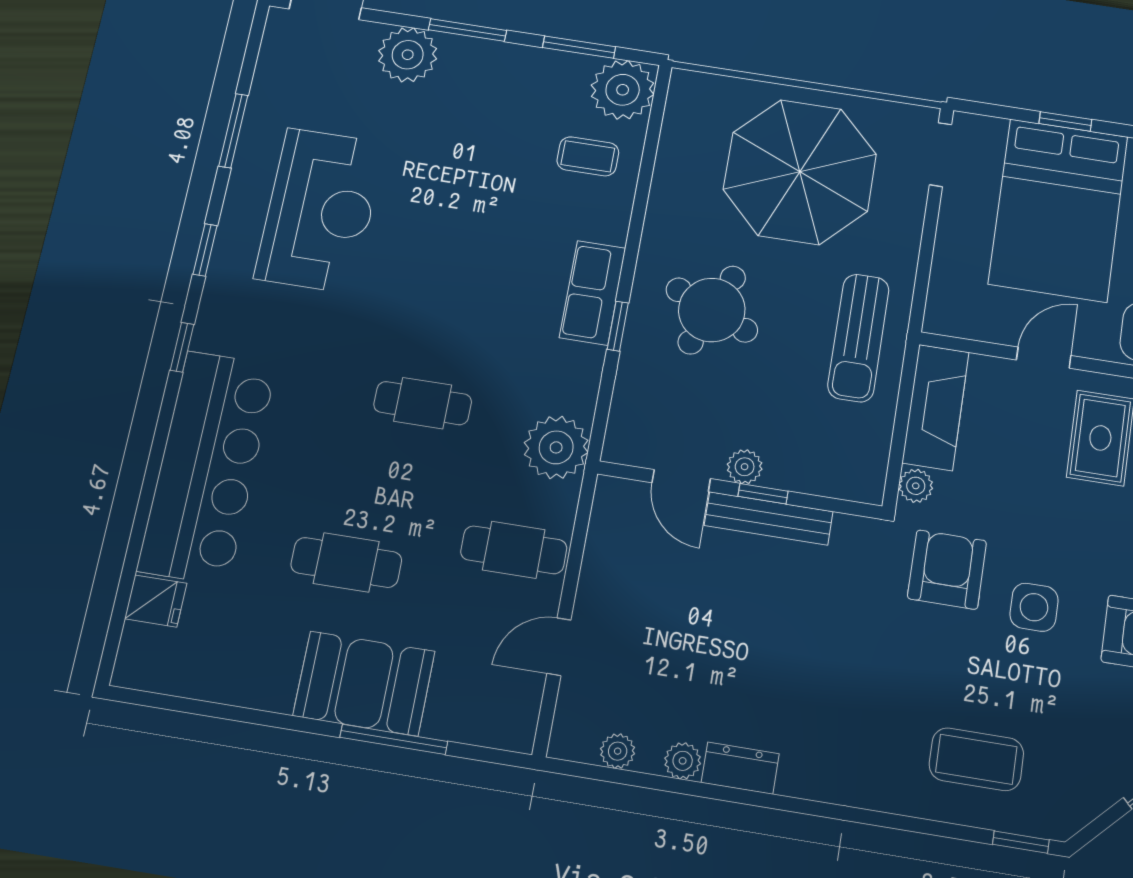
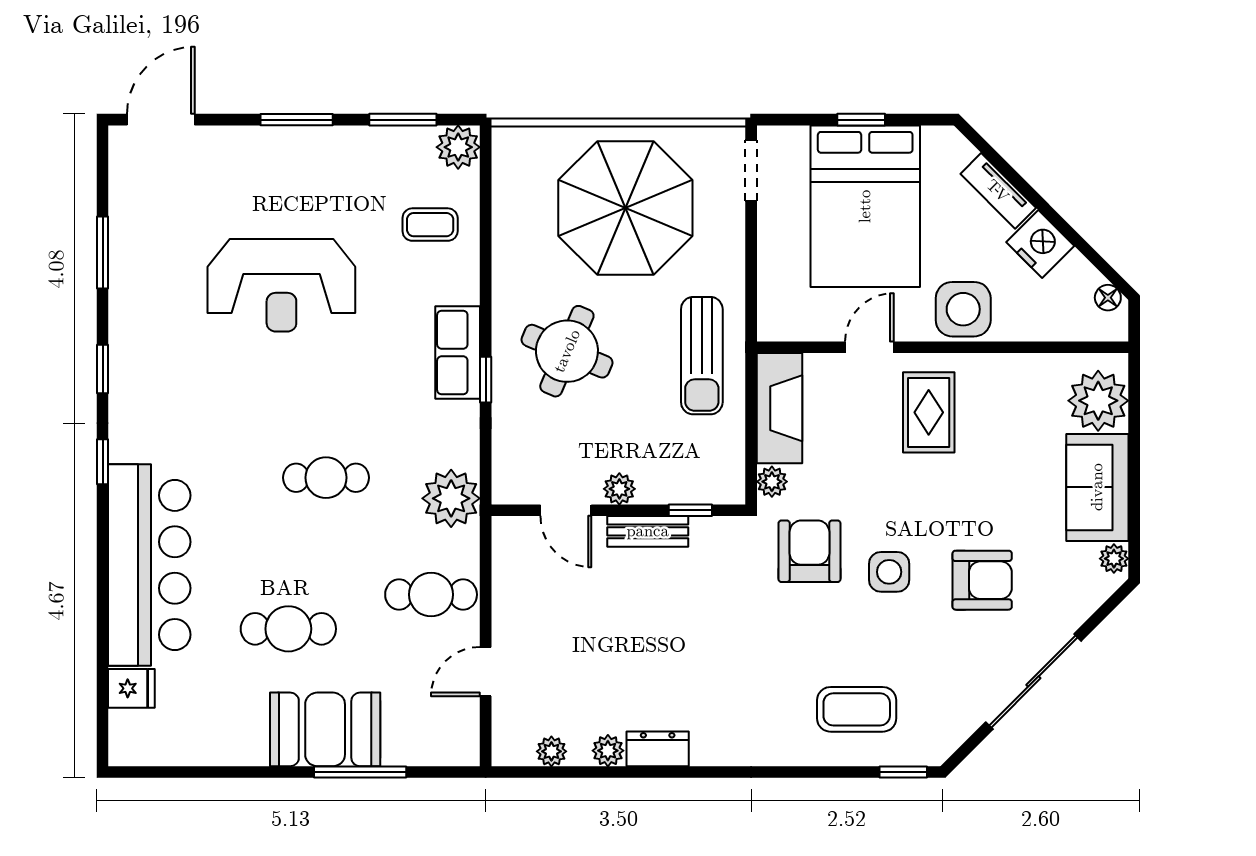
plant: (408, 55) -> (246, 153), removed
plant: (623, 90) -> (458, 147), width x0.73, depth x0.73
reception desk: (320, 210) -> (281, 285), moved, turned 90
window: (763, 494) -> (690, 510), moved
bench: (769, 519) -> (648, 531), width x0.73

